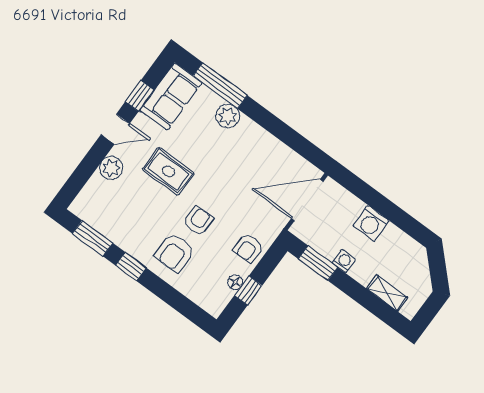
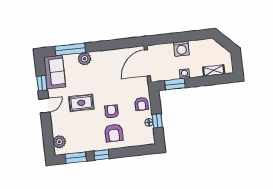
plant: (111, 168) -> (59, 142), moved

